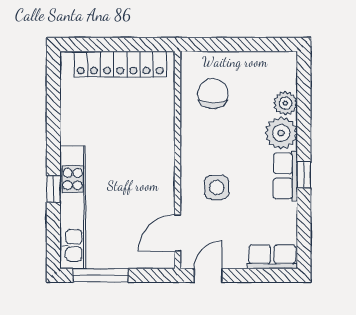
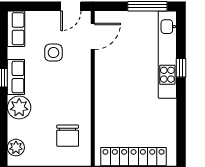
plant: (285, 103) -> (16, 148), moved
side table: (217, 187) -> (53, 53), moved
row of seats: (272, 257) -> (16, 29), moved, turned -90

